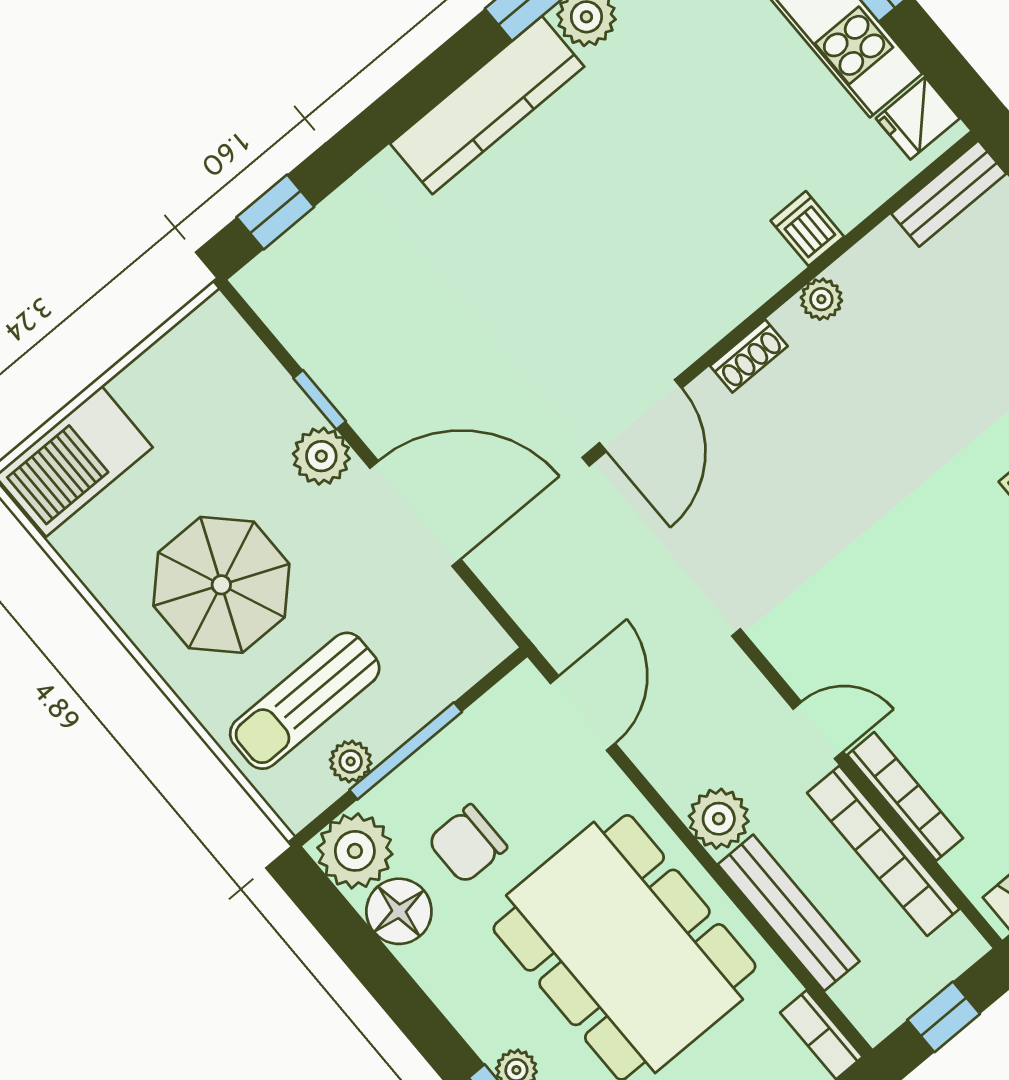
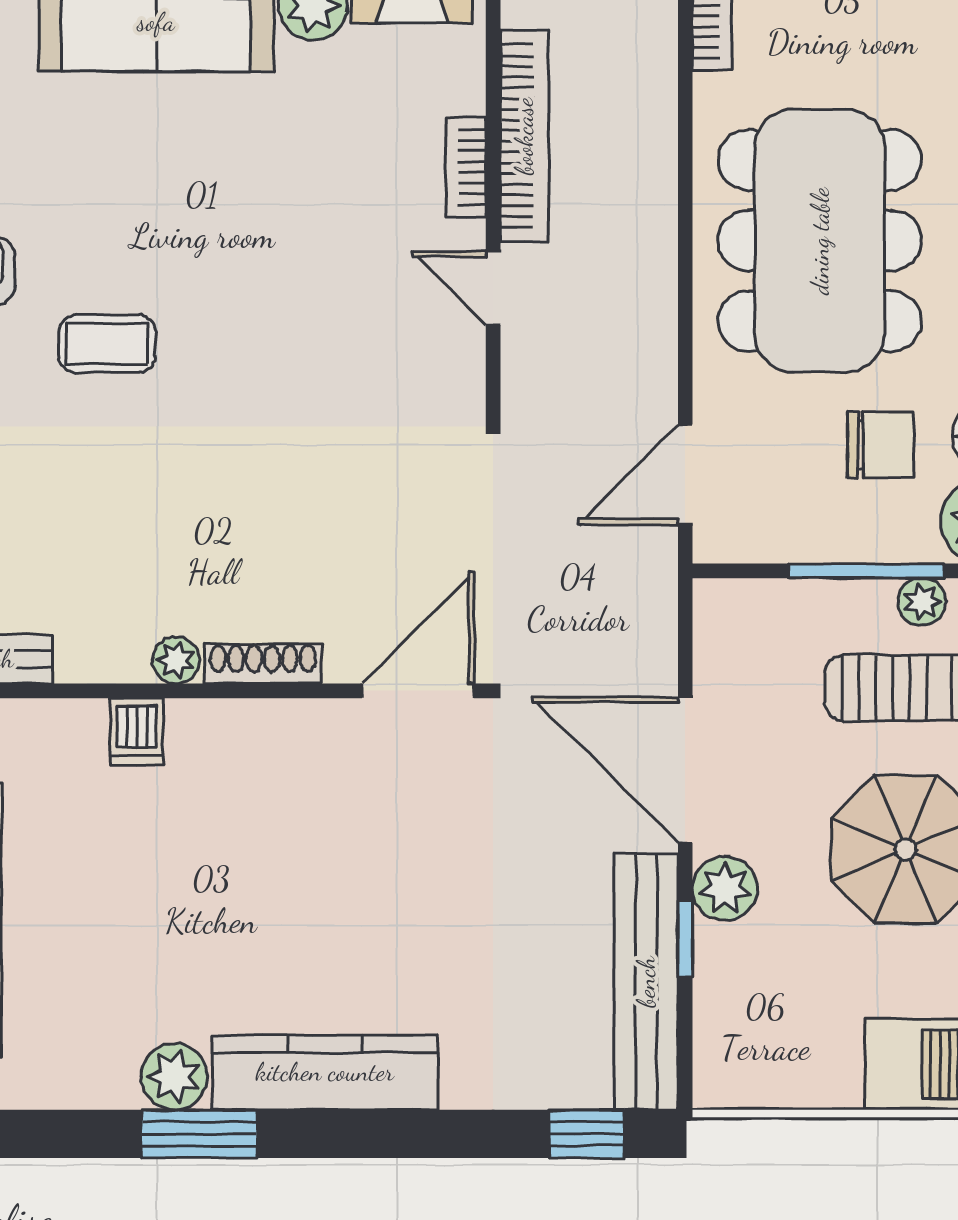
shoe rack: (749, 356) -> (263, 664), width x1.43
bookcase: (905, 796) -> (466, 167), width x0.64
plant: (719, 819) -> (644, 284), removed
bench: (789, 913) -> (646, 982), moved, width x1.37, depth x1.21

